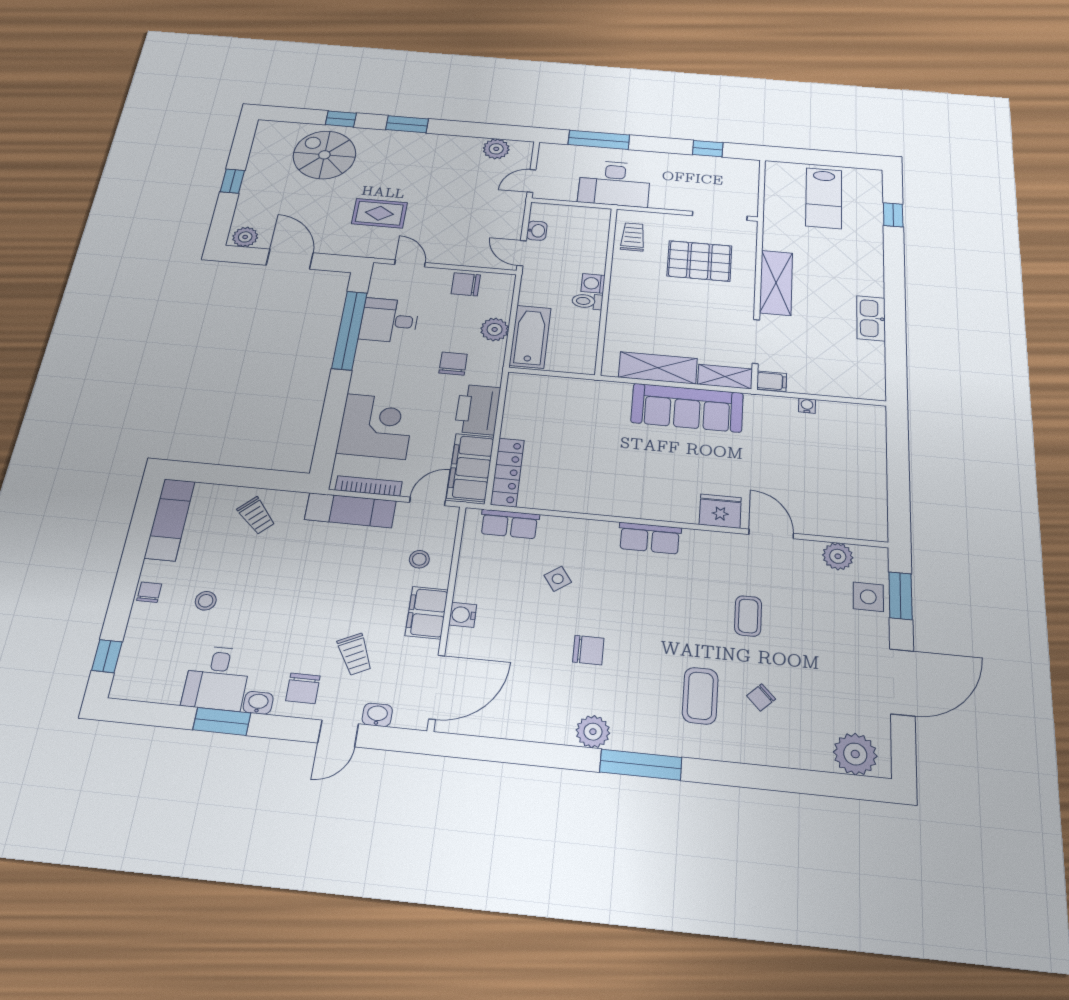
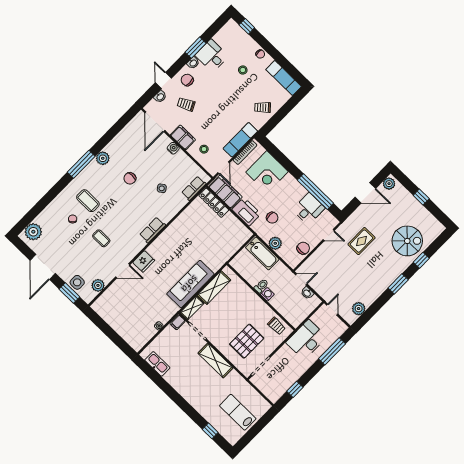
kitchen sink: (871, 318) -> (157, 364), moved

